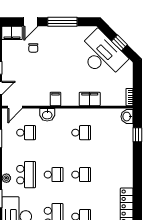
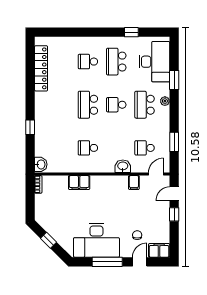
desk: (102, 55) -> (96, 240), moved, turned -45
filing cabinet: (55, 99) -> (134, 183), moved
window: (137, 135) -> (30, 127), moved
school desk: (81, 175) -> (88, 105), width x1.85

